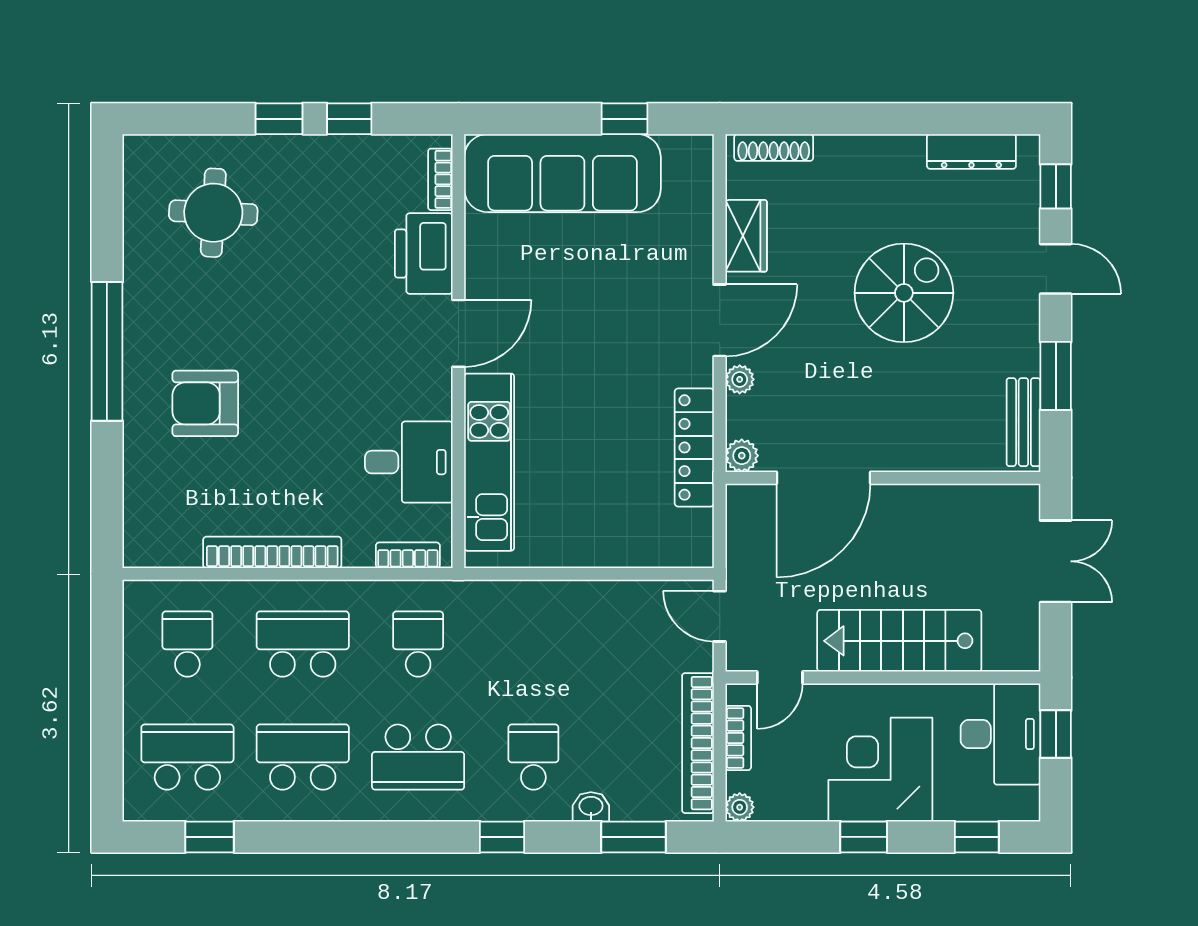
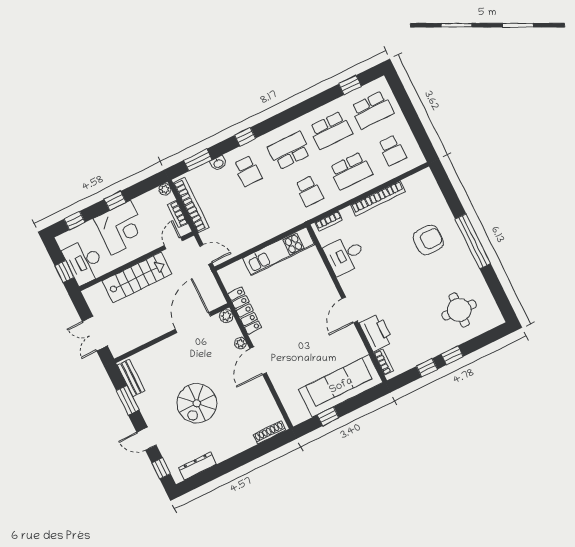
wardrobe: (746, 236) -> (264, 396), removed
kitchen unit: (489, 462) -> (279, 251), moved, turned -90

